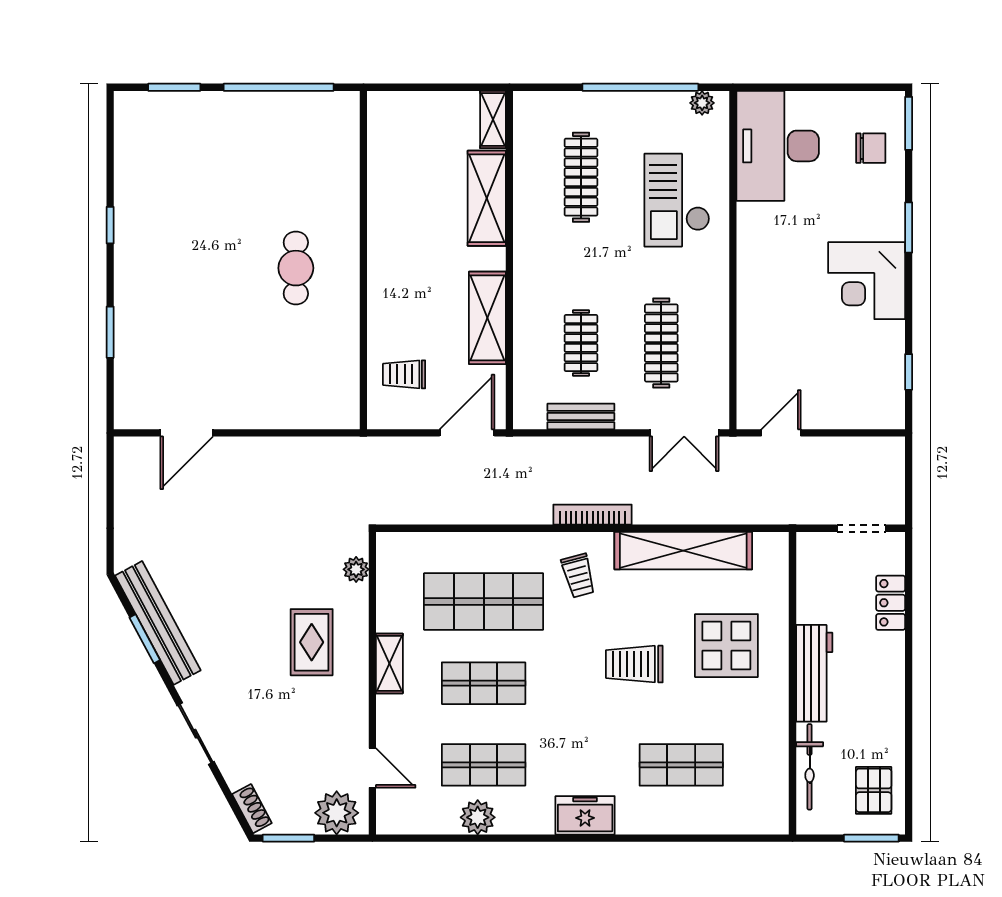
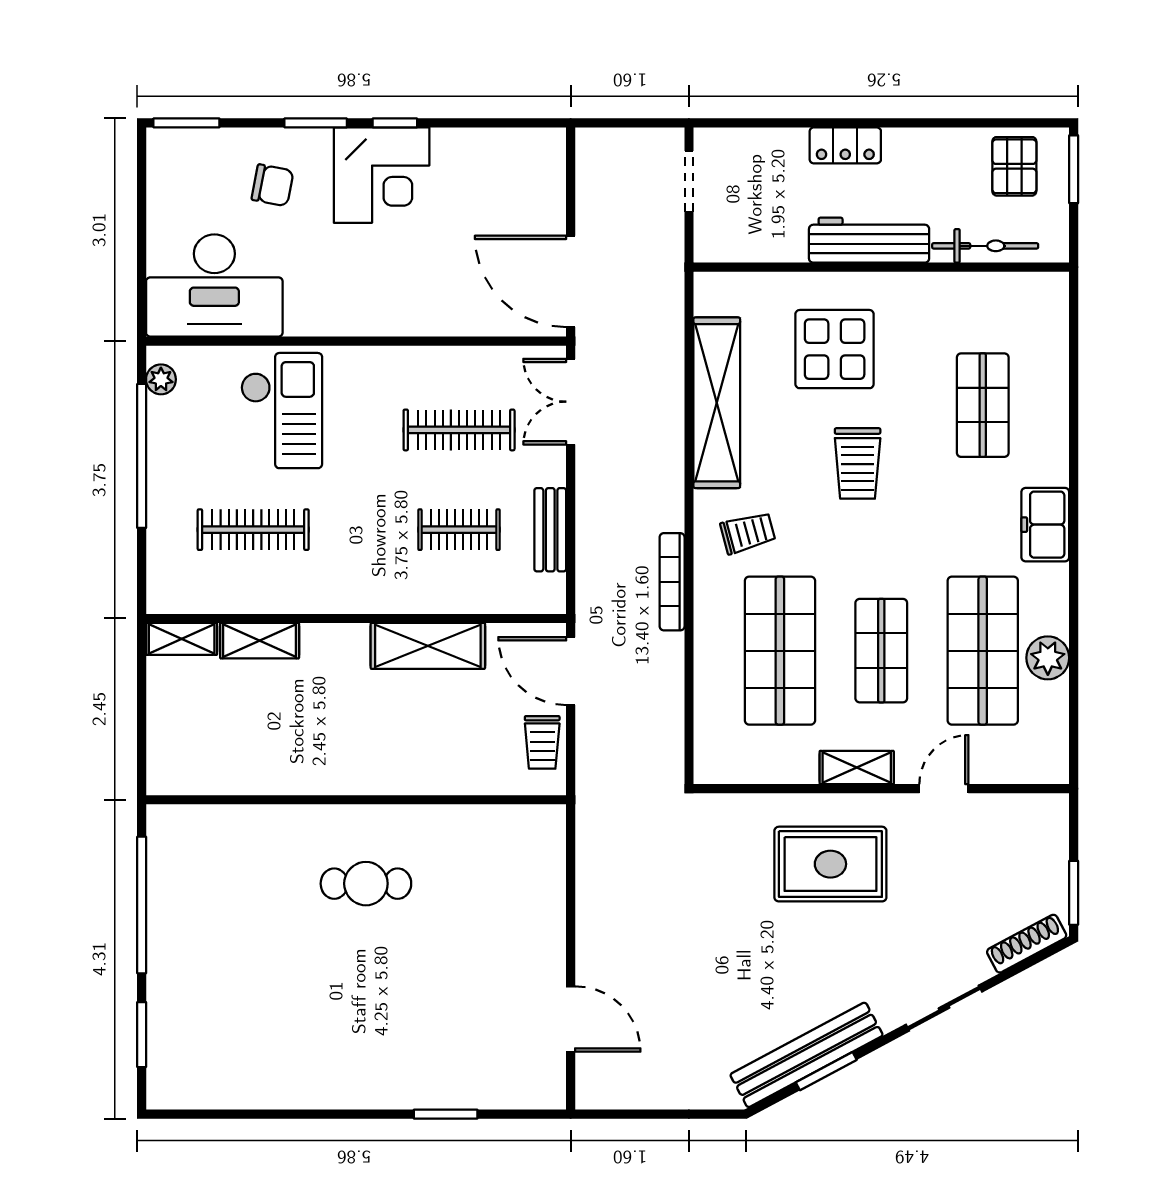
chair: (871, 148) -> (273, 185), moved, turned 101
shelving: (487, 198) -> (260, 641), width x0.67, depth x0.75
checkout: (677, 200) -> (282, 411), turned -90
window: (110, 225) -> (313, 1114), removed
window: (909, 372) -> (395, 123), moved
trolley: (404, 374) -> (542, 742), moved
double door: (684, 433) -> (571, 402), swing flipped
door: (781, 433) -> (571, 281), width x1.87
bookcase: (593, 515) -> (672, 582), moved
plant: (356, 569) -> (740, 809), removed
locker: (891, 603) -> (845, 145), moved
rug: (312, 642) -> (830, 864), width x1.36, depth x1.43
shop shelf: (484, 765) -> (983, 651), width x1.43, depth x1.36
door: (372, 768) -> (944, 789), moved
pallet: (874, 790) -> (1014, 166), turned 90
shoe rack: (252, 809) -> (1027, 944), width x1.43
plant: (337, 813) -> (1042, 833), removed

